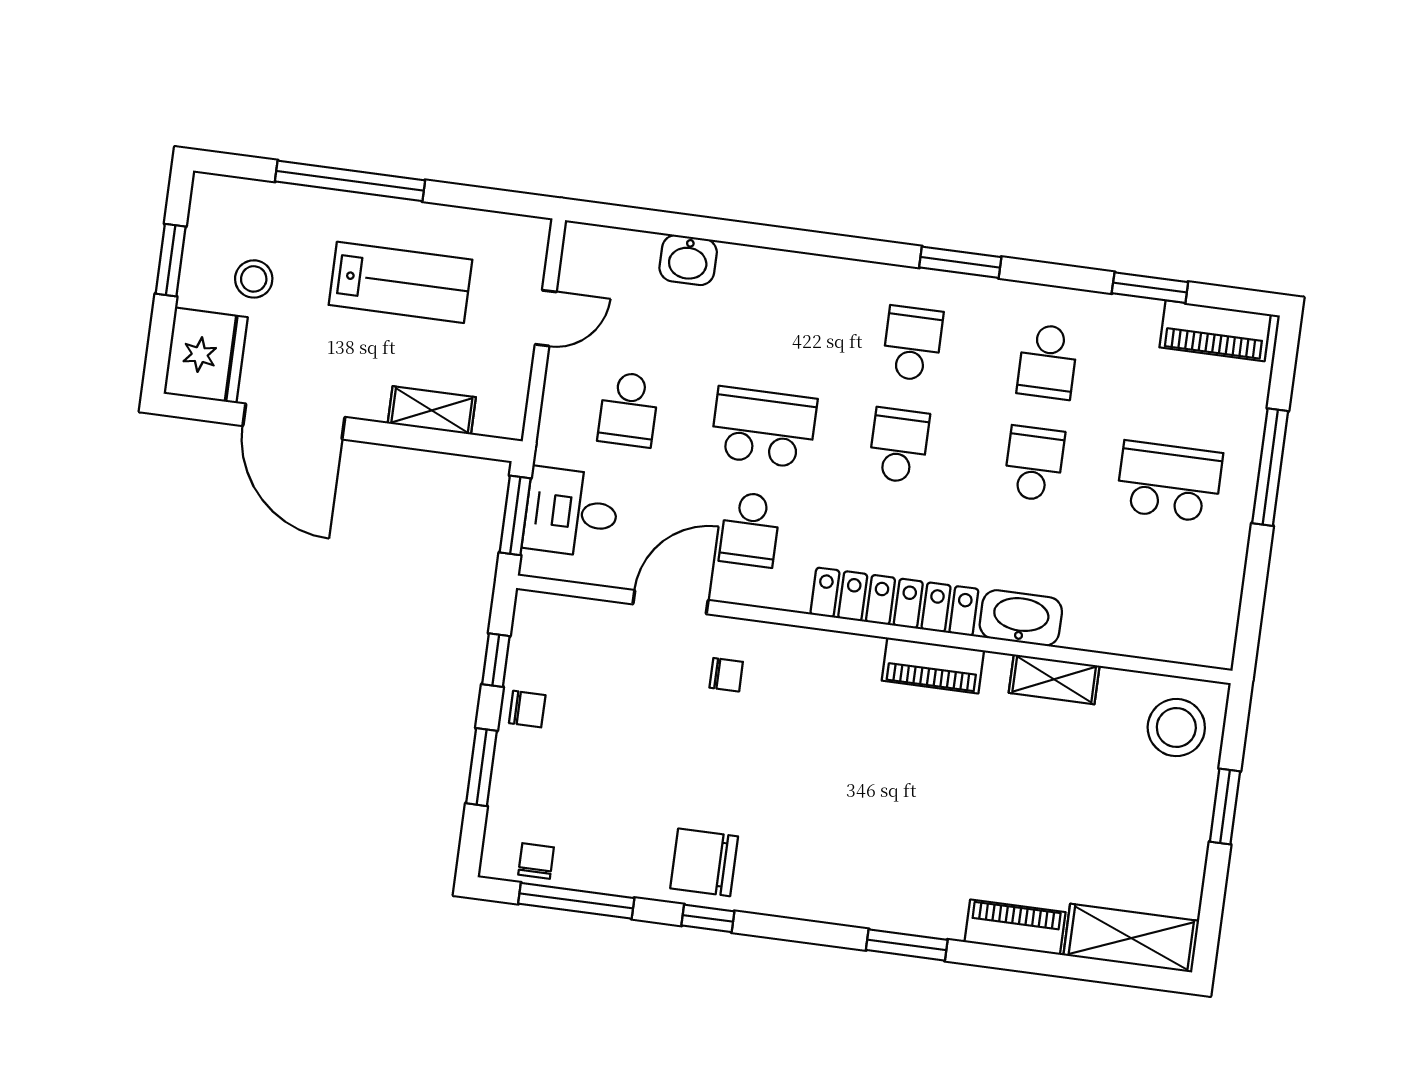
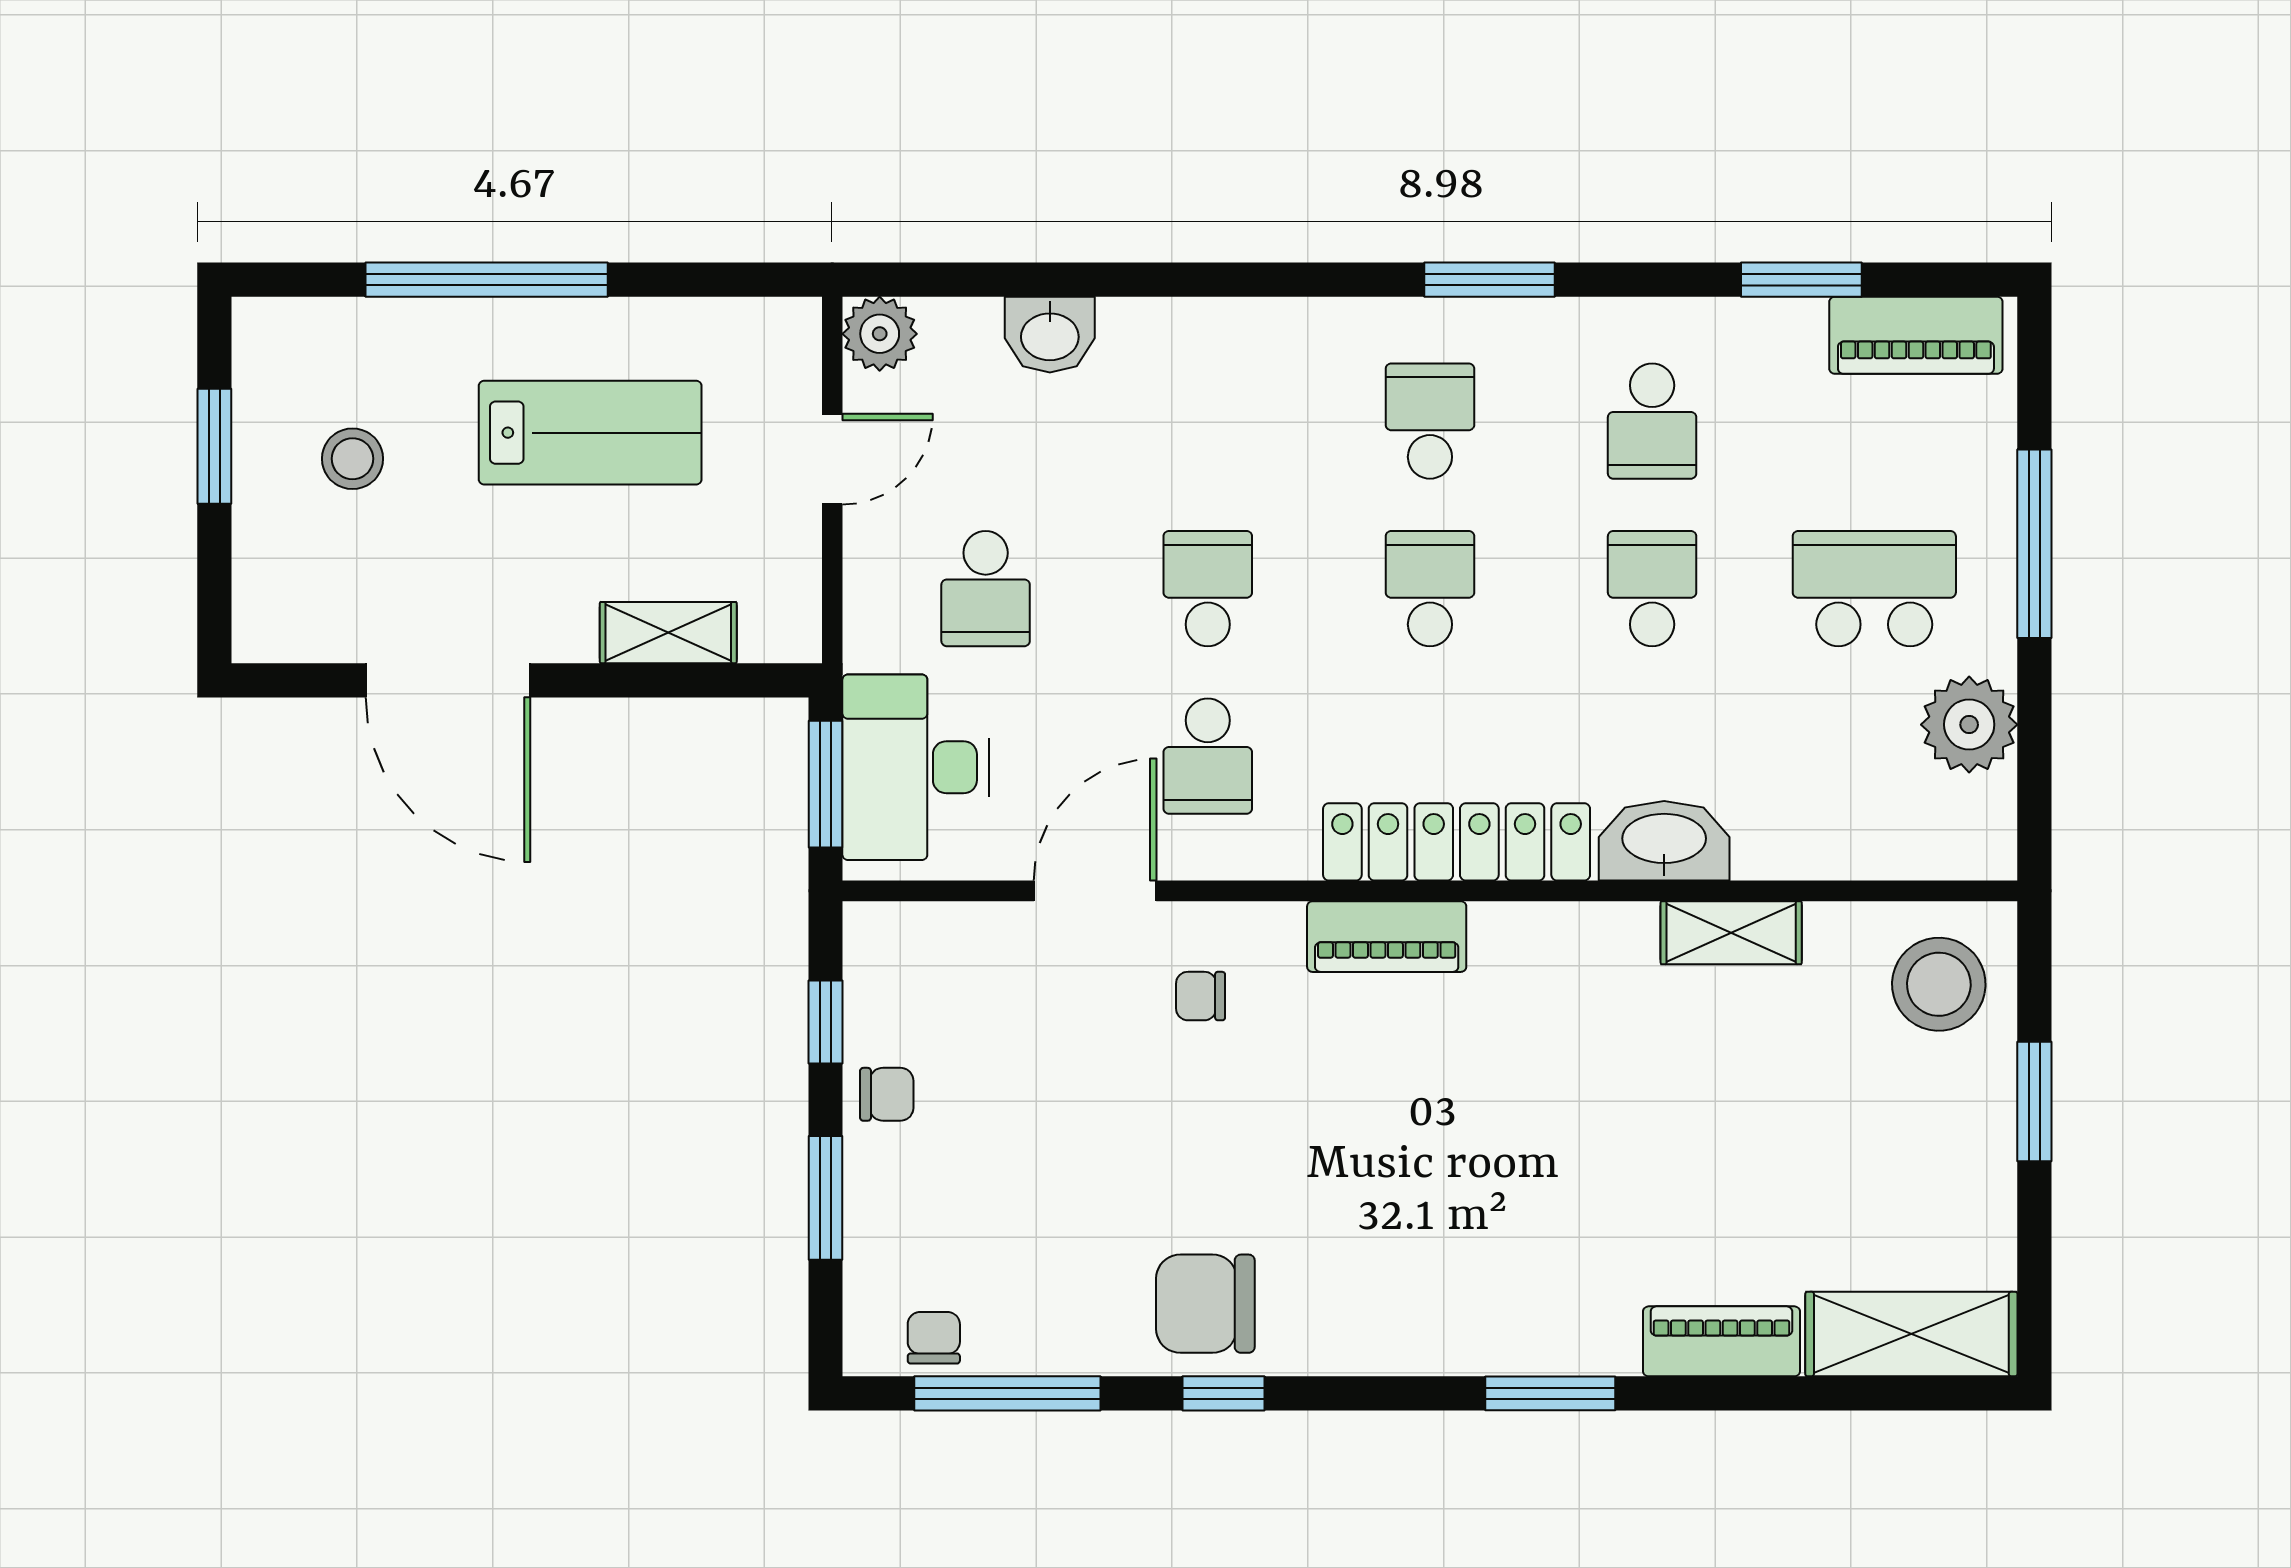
plant: (585, 246) -> (880, 334), added
fridge: (206, 355) -> (291, 593), removed
school desk: (764, 427) -> (1208, 589), width x0.54
desk: (571, 512) -> (916, 767), width x1.37
plant: (1216, 572) -> (1969, 725), added
piano: (933, 665) -> (1387, 937), moved
chair: (726, 675) -> (1201, 996), turned 180

